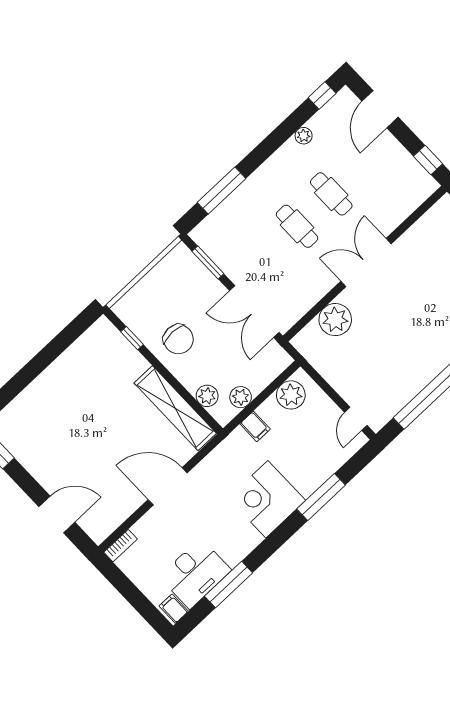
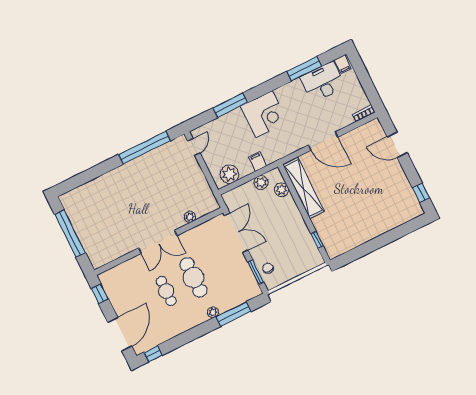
door: (380, 109) -> (120, 334), width x1.36
plant: (304, 136) -> (213, 312), moved
cafe table: (297, 226) -> (193, 278), width x1.37, depth x1.35
plant: (335, 320) -> (190, 217), width x0.53, depth x0.53
chair: (178, 339) -> (268, 268), moved, width x0.54, depth x0.54

